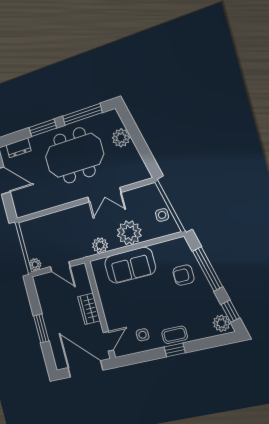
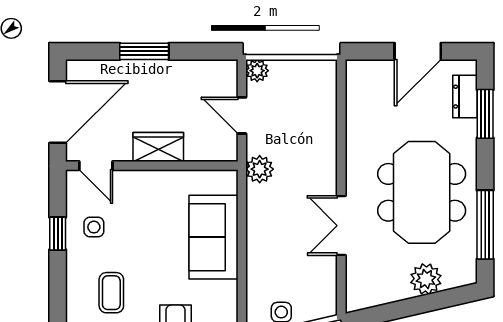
window: (43, 128) -> (485, 114), moved
plant: (129, 233) -> (267, 250), removed
plant: (100, 245) -> (260, 169), moved
door: (60, 267) -> (242, 115), hinge flipped
coffee table: (175, 335) -> (111, 293), moved
window: (175, 350) -> (58, 234), moved

